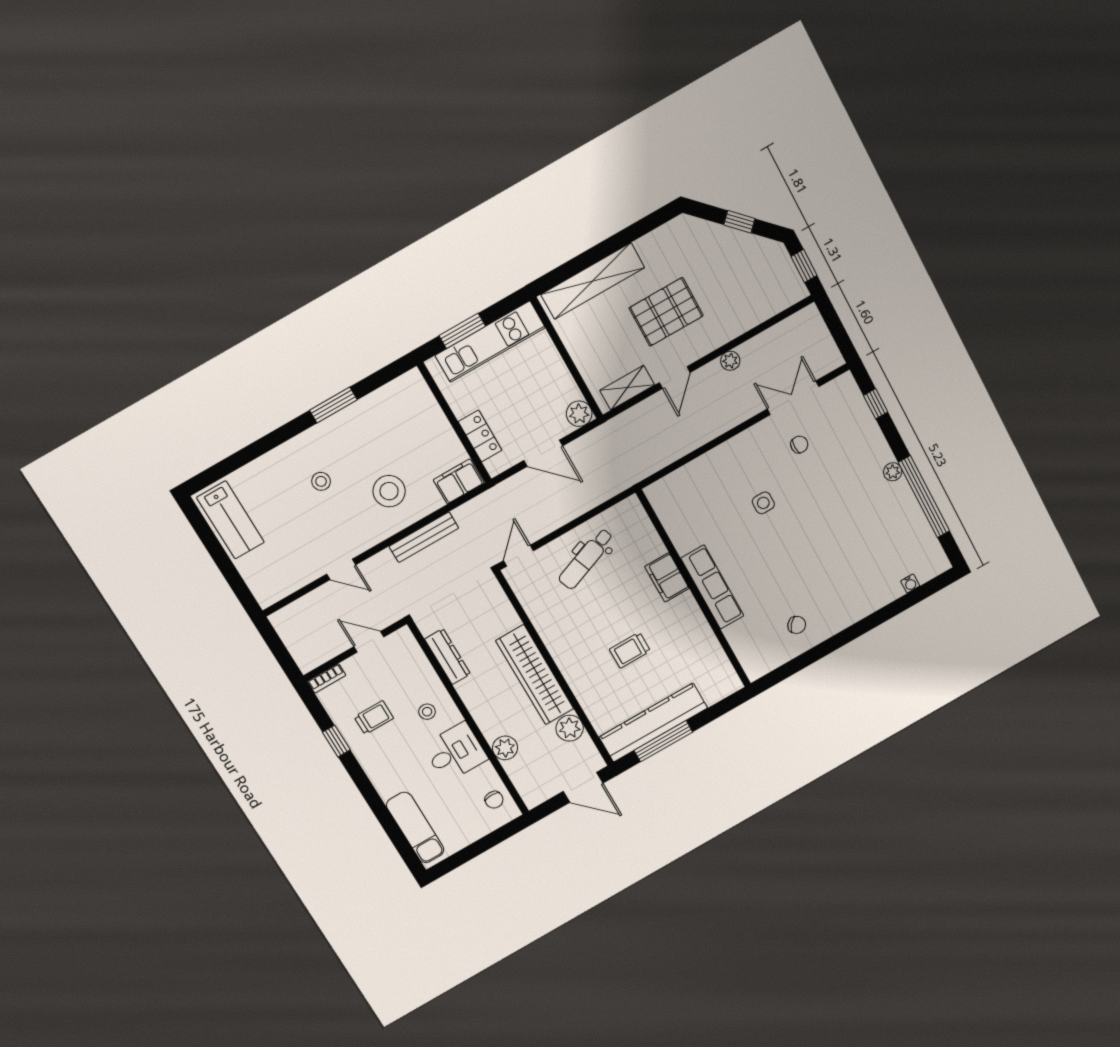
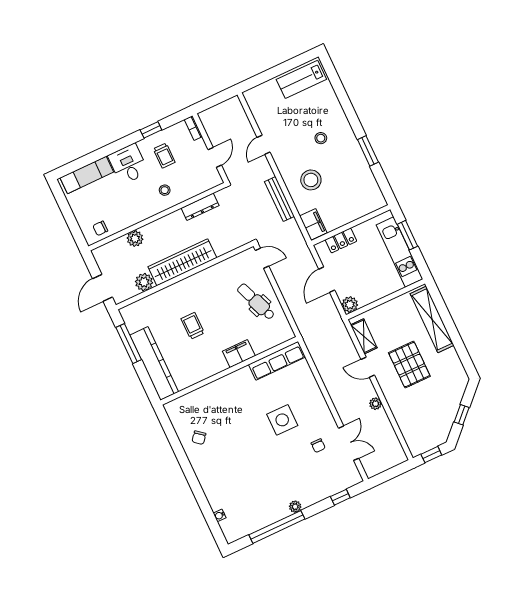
side table: (763, 503) -> (282, 420), width x1.87, depth x1.87
row of seats: (712, 587) -> (277, 361), moved
kitchen counter: (653, 722) -> (154, 363), moved
desk: (455, 752) -> (128, 164), moved, turned 180

